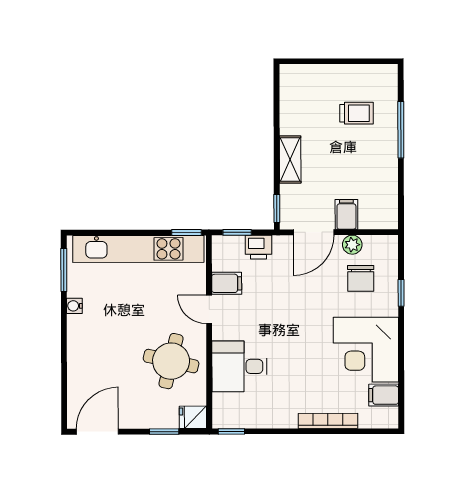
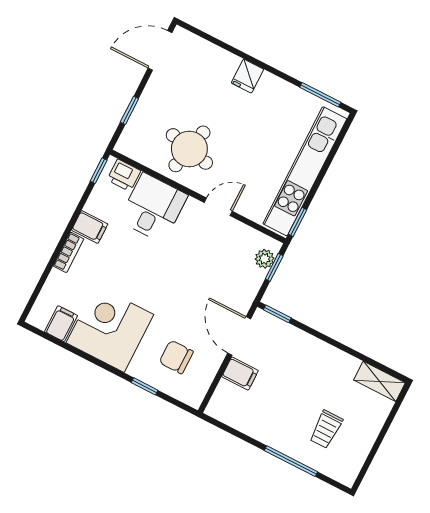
shelving: (290, 159) -> (379, 381), moved
plant: (352, 245) -> (265, 259), moved
printer: (259, 247) -> (124, 175), moved, turned -90
filing cabinet: (227, 283) -> (90, 227), moved, turned -90
water cooler: (74, 306) -> (283, 88), removed
fridge: (193, 417) -> (247, 76), moved, turned 180
bookcase: (328, 421) -> (68, 252), width x0.64
door: (97, 432) -> (160, 50), swing flipped

